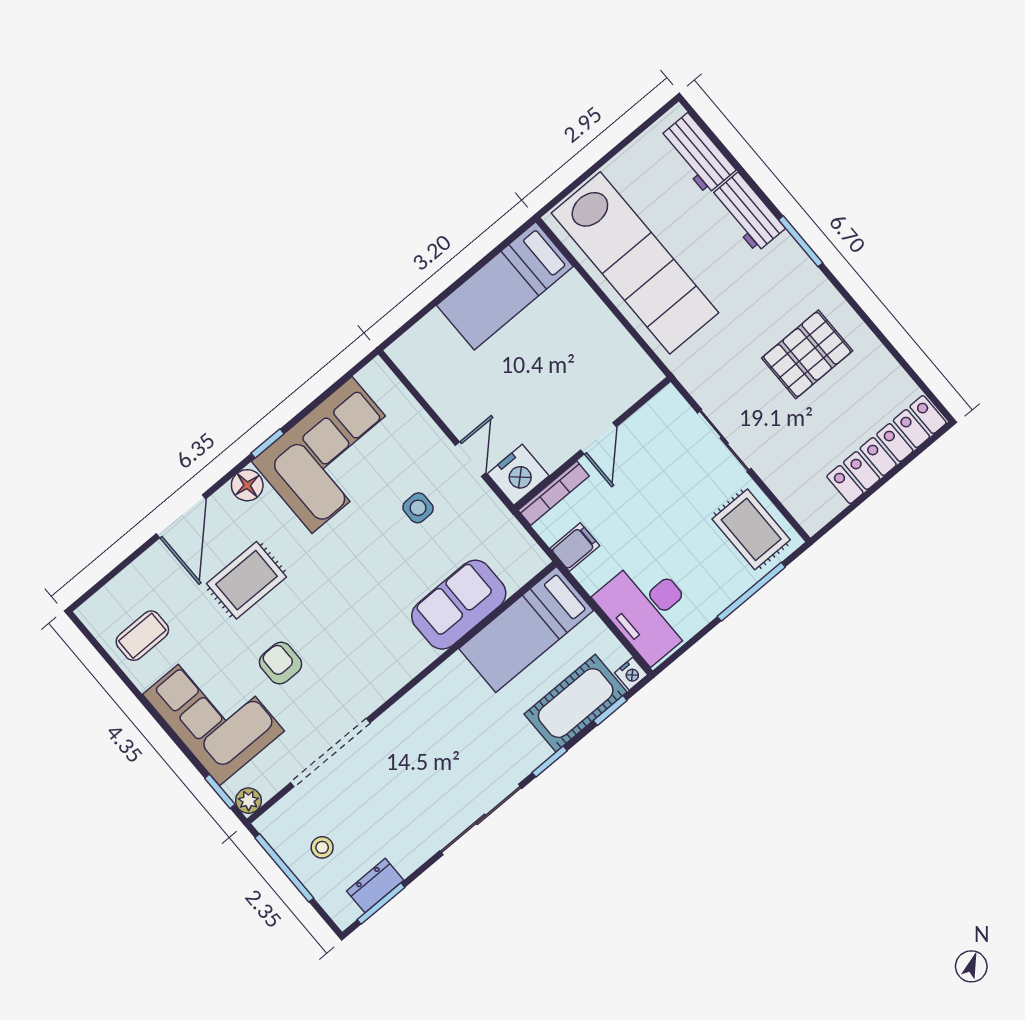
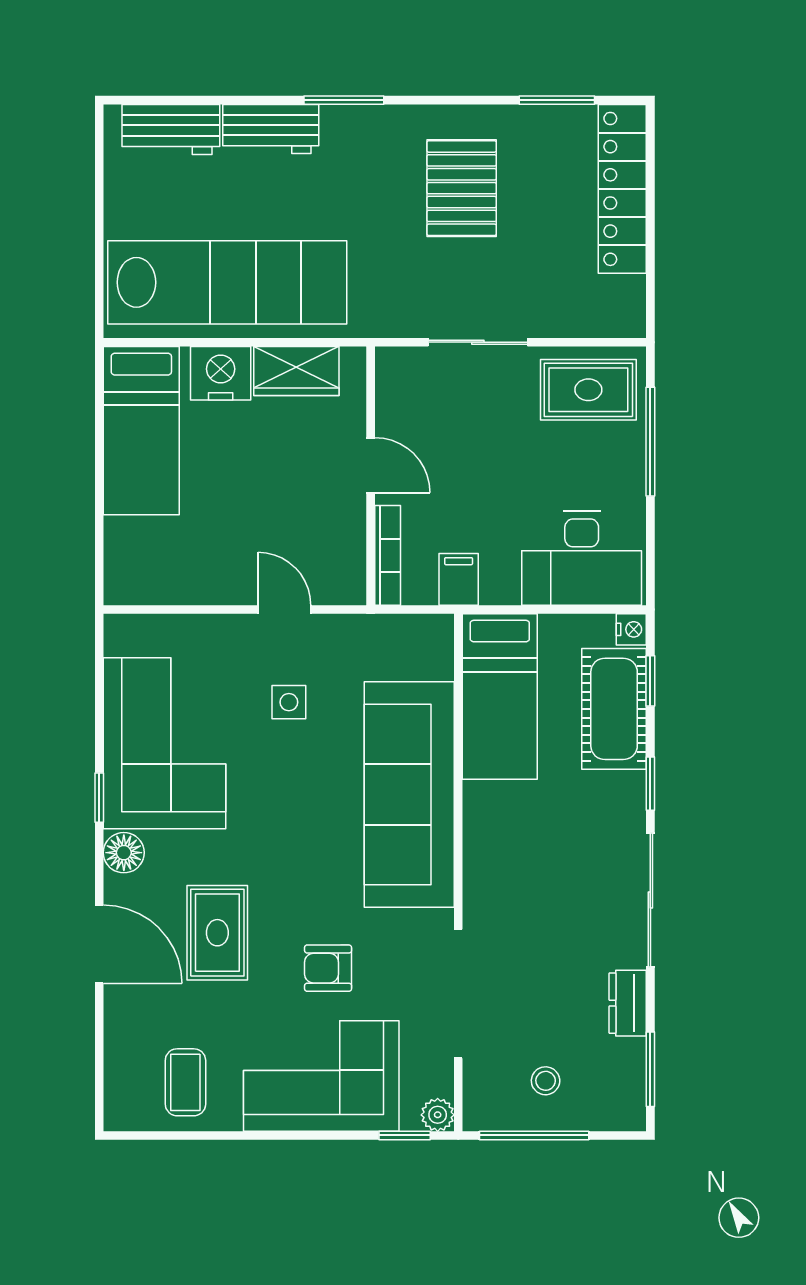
wardrobe: (617, 348) -> (296, 371), added
window: (906, 367) -> (557, 100), added
nightstand: (518, 475) -> (221, 373), moved, turned -90
sofa: (459, 605) -> (409, 794), width x1.85, depth x1.27
dresser: (375, 886) -> (628, 1003), moved

